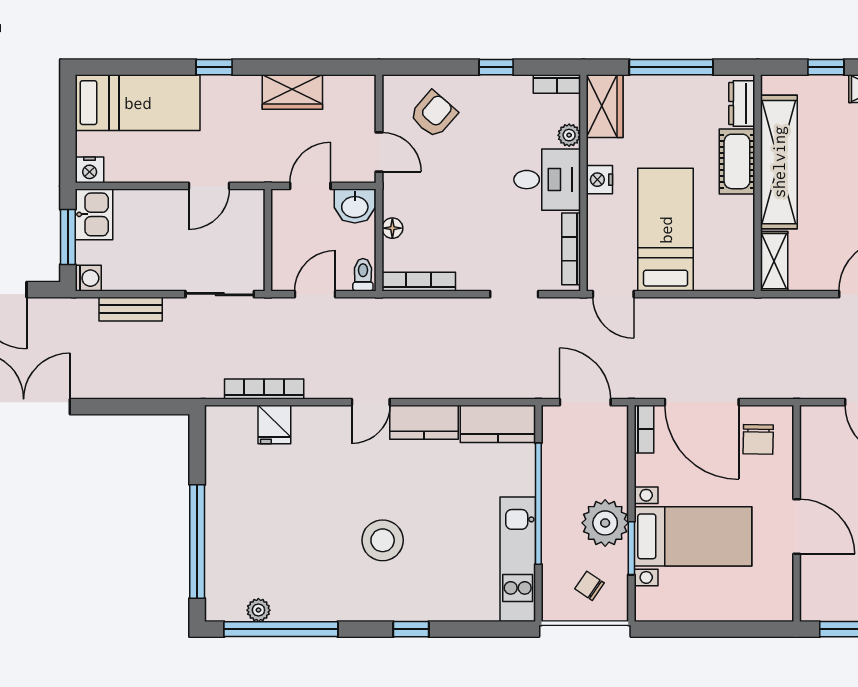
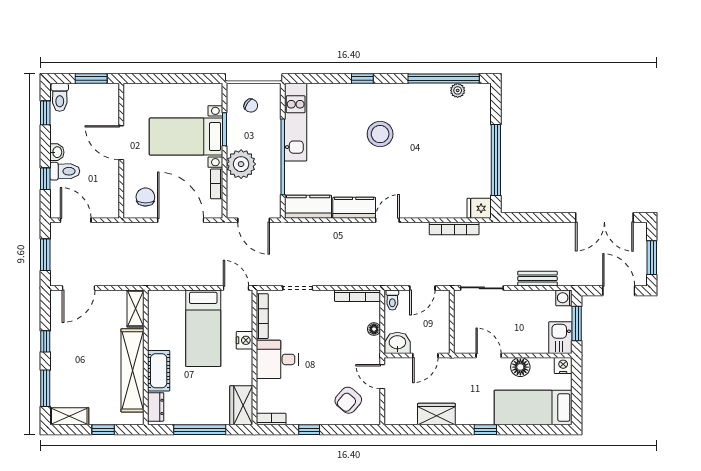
plant: (569, 135) -> (264, 387), removed
floor lamp: (158, 167) -> (520, 367), added
nightstand: (599, 180) -> (245, 340), moved
door: (209, 186) -> (489, 355), hinge flipped
fridge: (274, 425) -> (479, 208), moved, turned -90
bookcase: (644, 429) -> (217, 184), moved
plant: (605, 523) -> (241, 164), moved
window: (197, 541) -> (496, 160), moved

